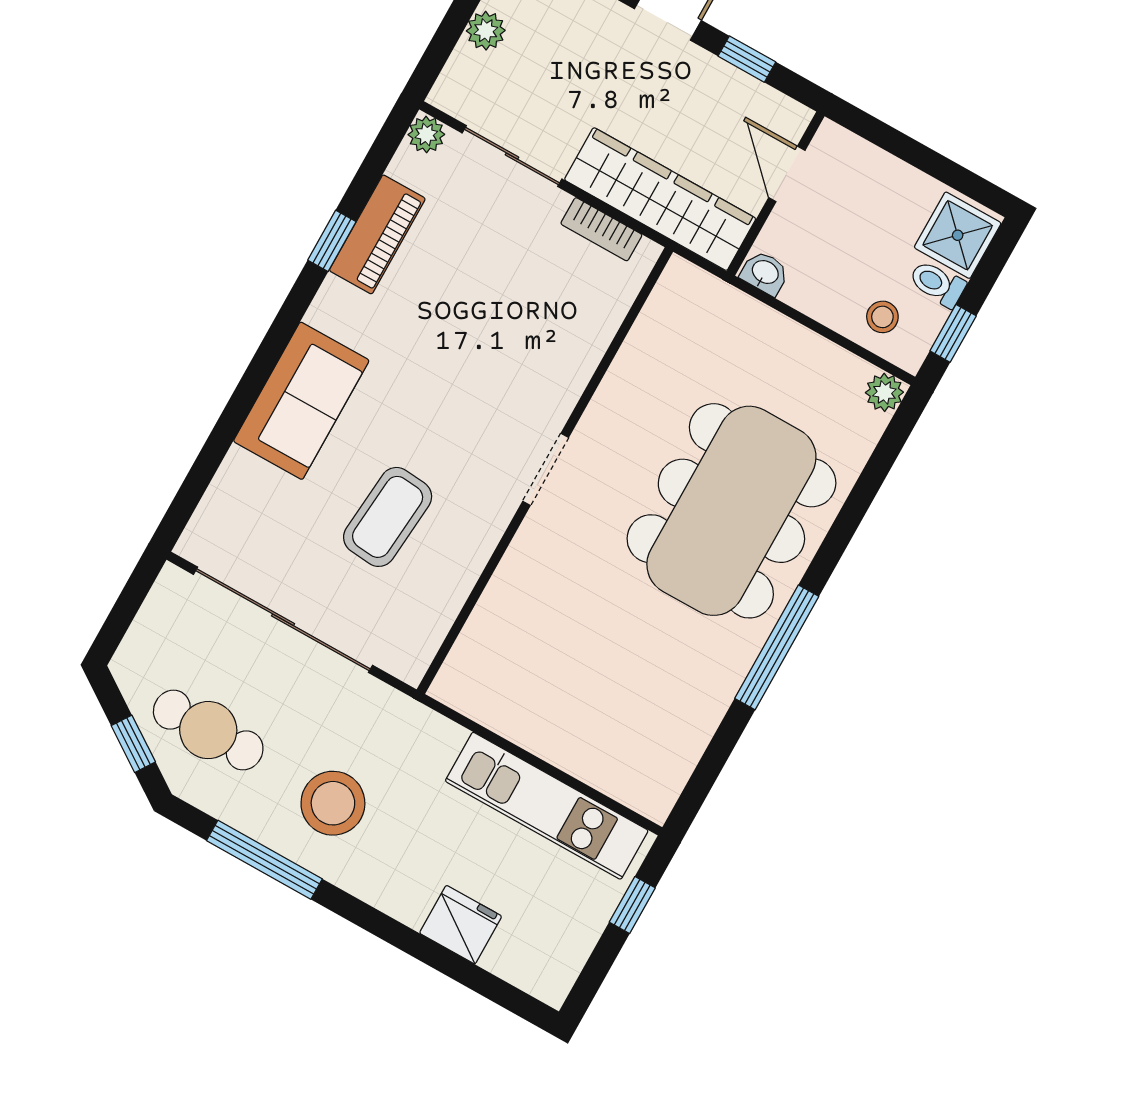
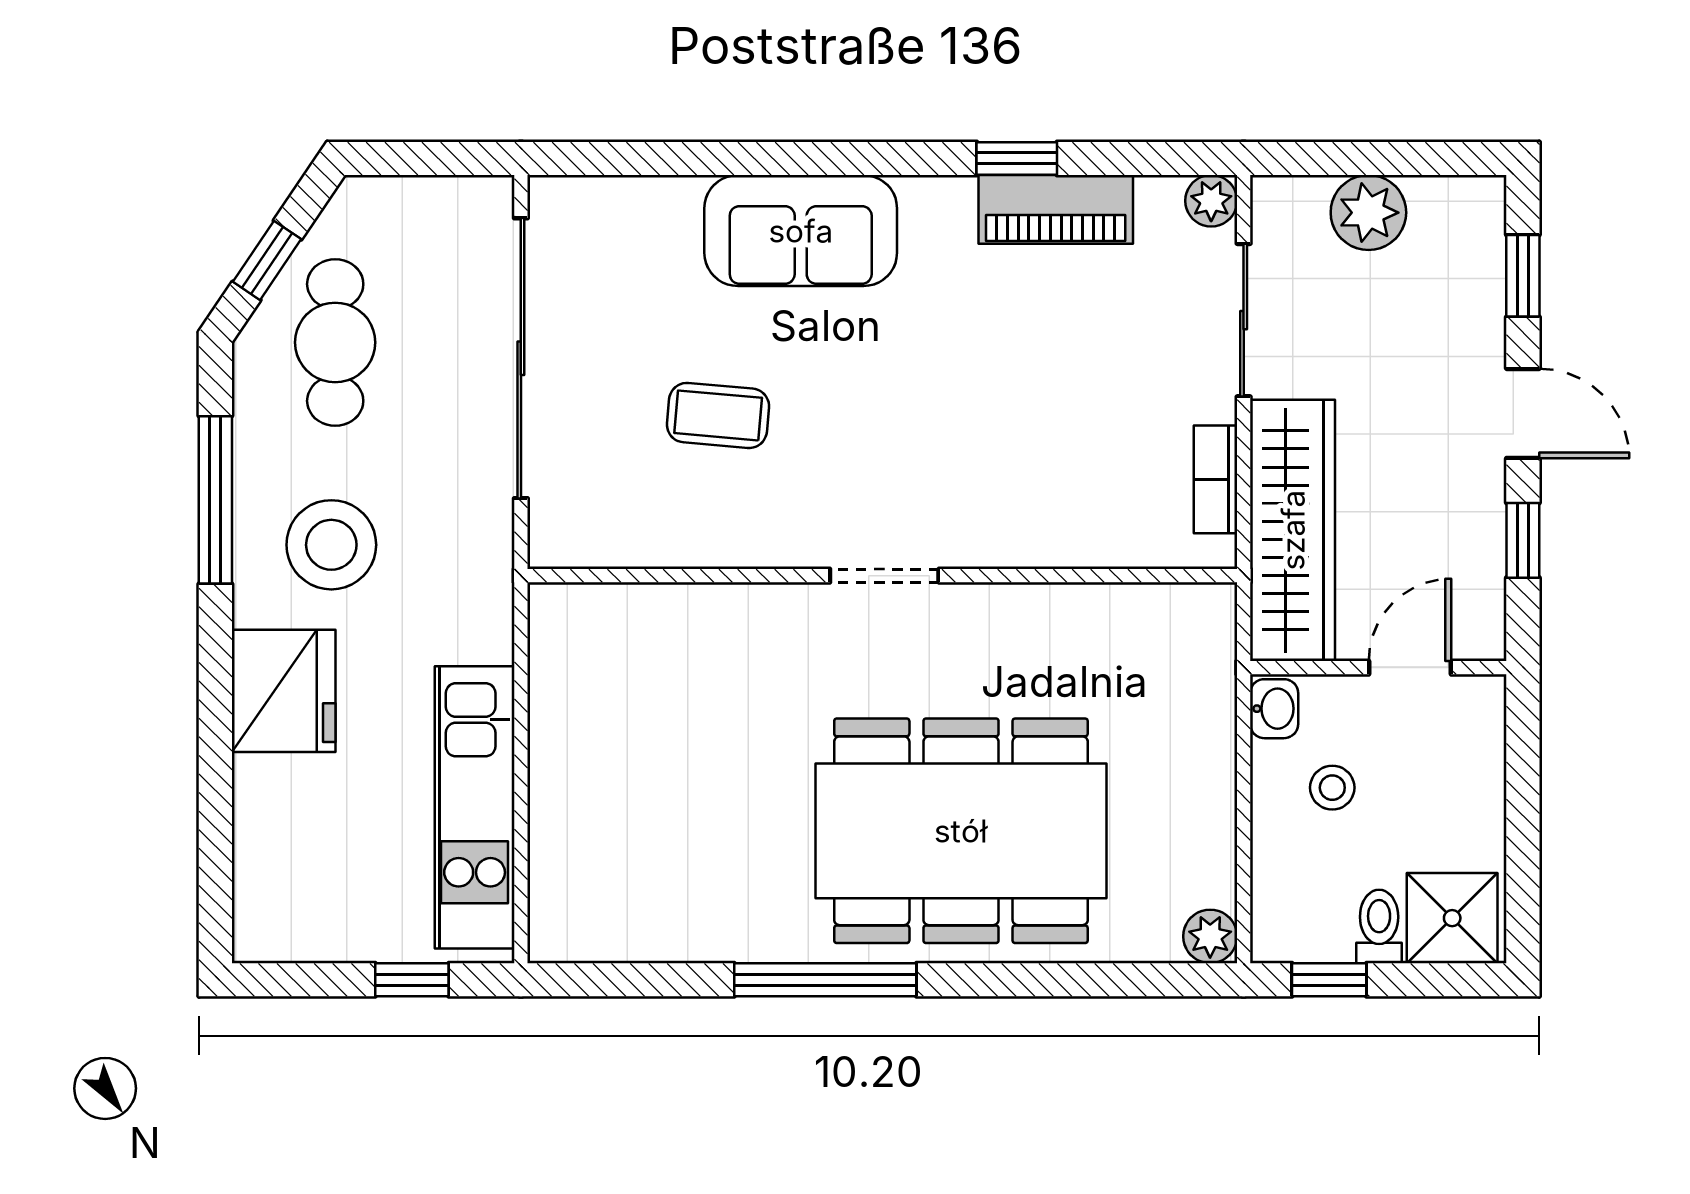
plant: (486, 31) -> (1368, 213), width x1.38, depth x1.38
stool: (882, 317) -> (1332, 788), moved
coffee table: (388, 517) -> (718, 415), width x0.73, depth x0.77
fridge: (461, 925) -> (284, 691), moved, width x1.36, depth x1.34

